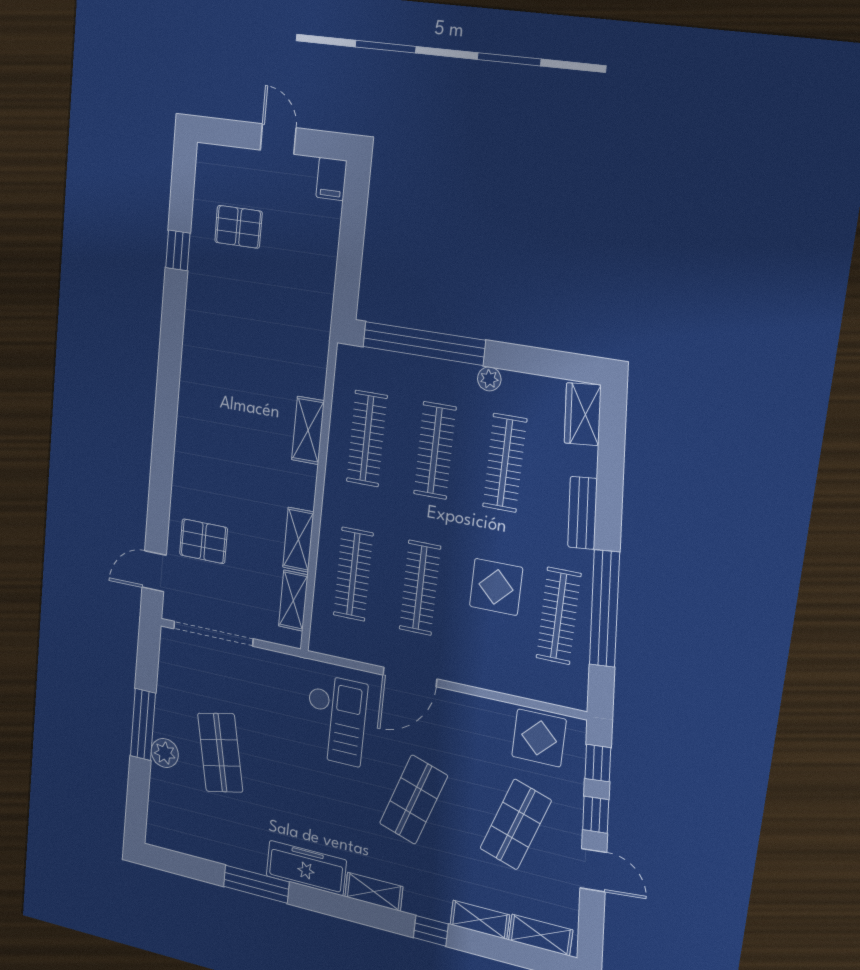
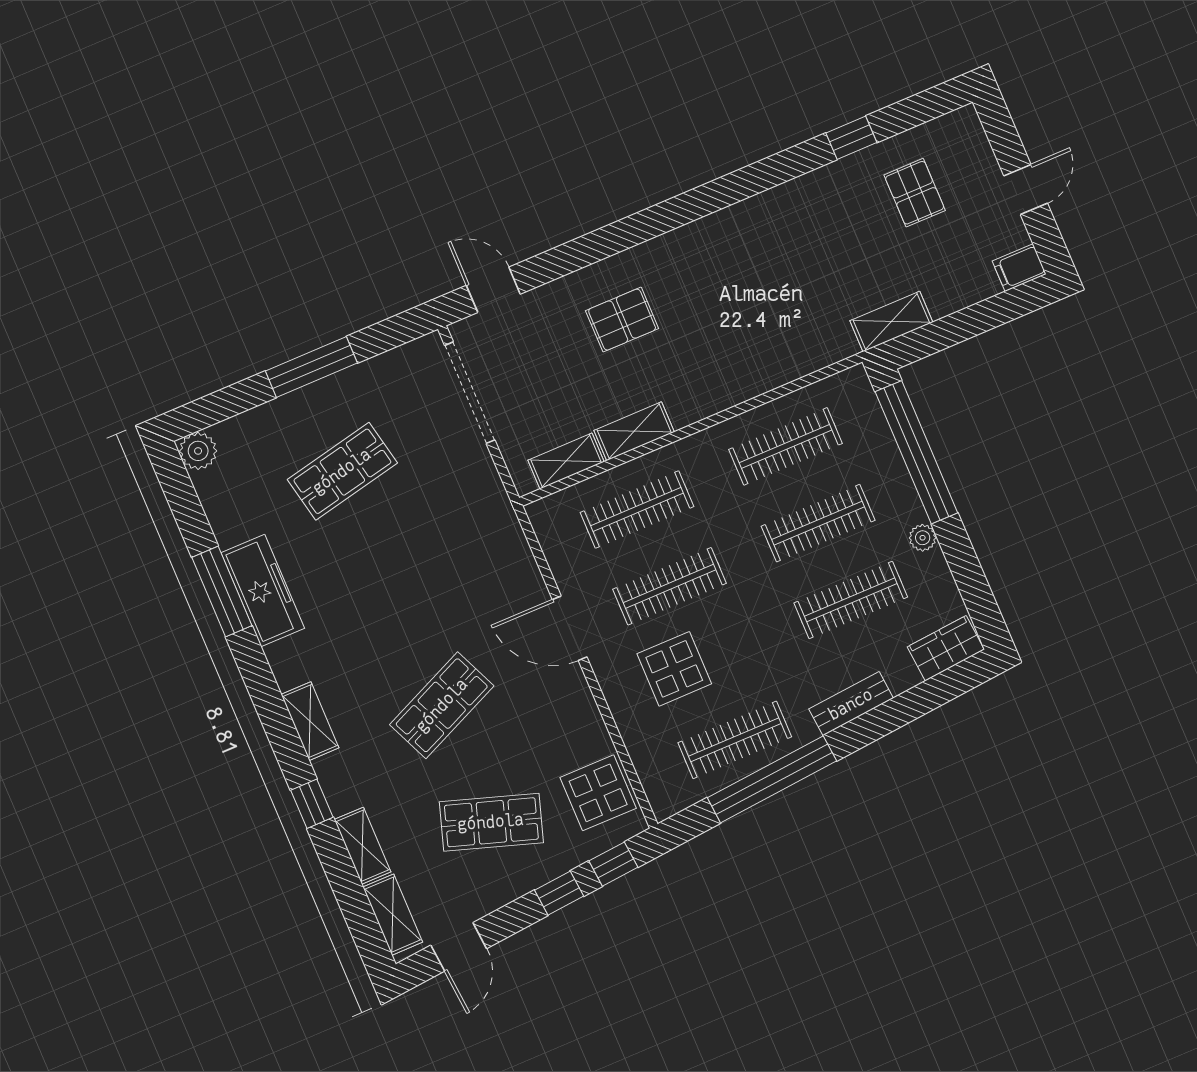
shelving: (308, 430) -> (891, 322), moved
pallet: (203, 541) -> (622, 320), moved, turned 90
display table: (496, 587) -> (674, 669), moved
checkout: (336, 720) -> (469, 577), removed
plant: (165, 753) -> (198, 451), moved
shop shelf: (413, 800) -> (442, 705), turned -42
freezer: (306, 868) -> (263, 591), moved
door: (593, 870) -> (459, 947), moved

